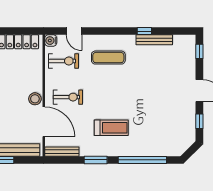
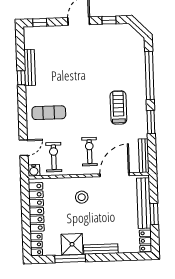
exercise mat: (108, 58) -> (49, 113), turned 90
stool: (35, 99) -> (82, 197), moved

